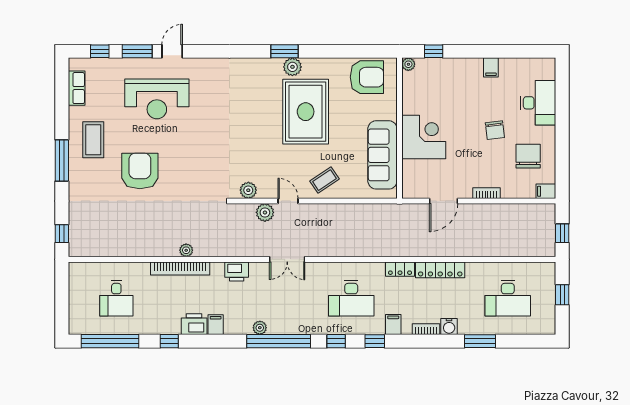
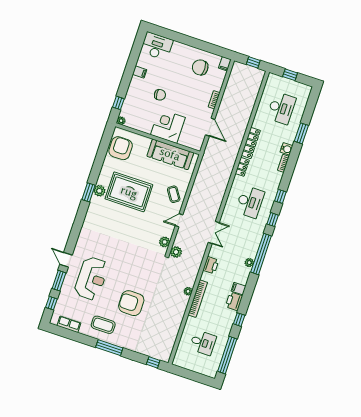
desk: (538, 103) -> (157, 46), moved
chair: (495, 130) -> (160, 95), moved
plant: (265, 212) -> (176, 252), moved
filing cabinet: (393, 324) -> (274, 182), removed

